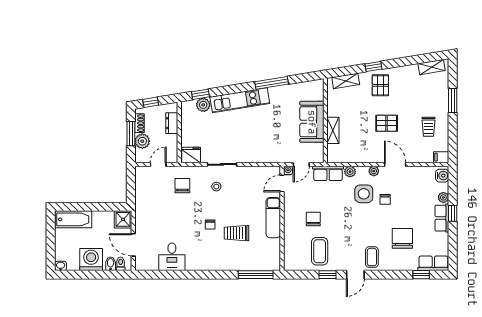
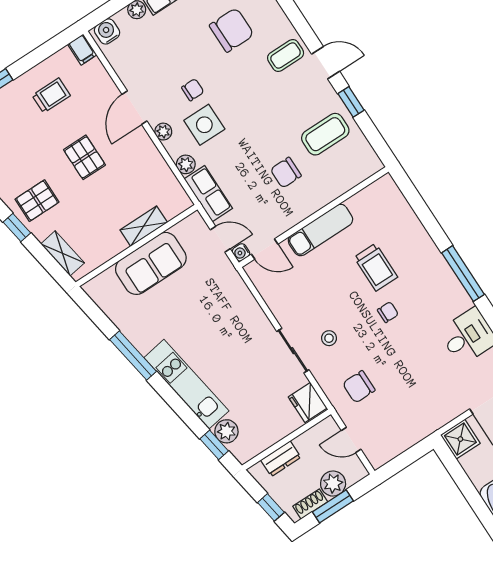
chair: (402, 238) -> (232, 30), turned 180
window: (256, 275) -> (463, 274), moved

